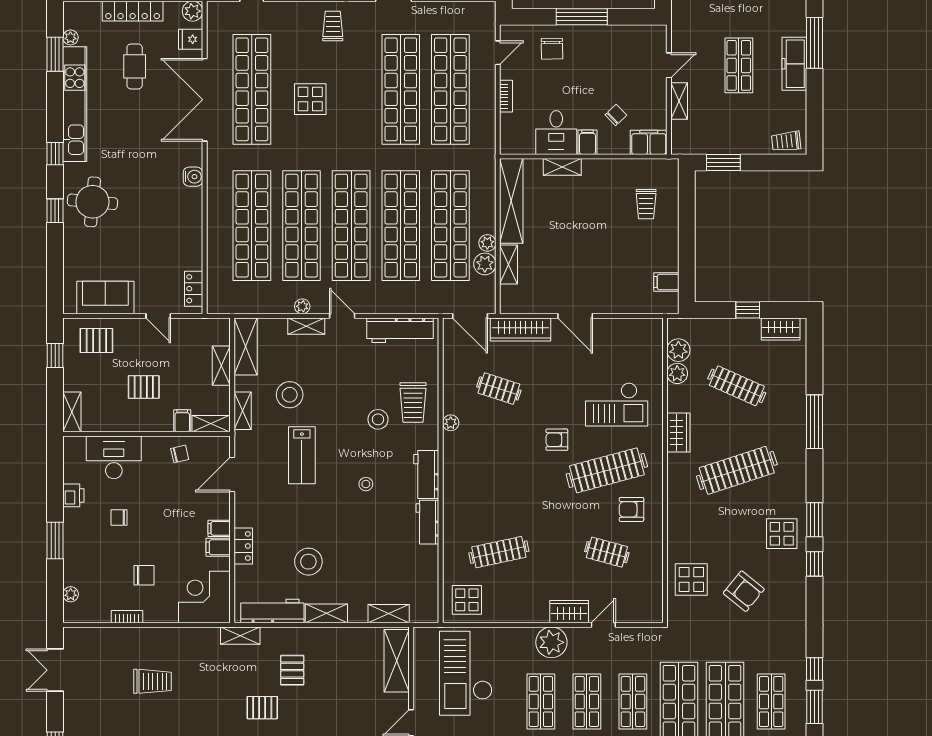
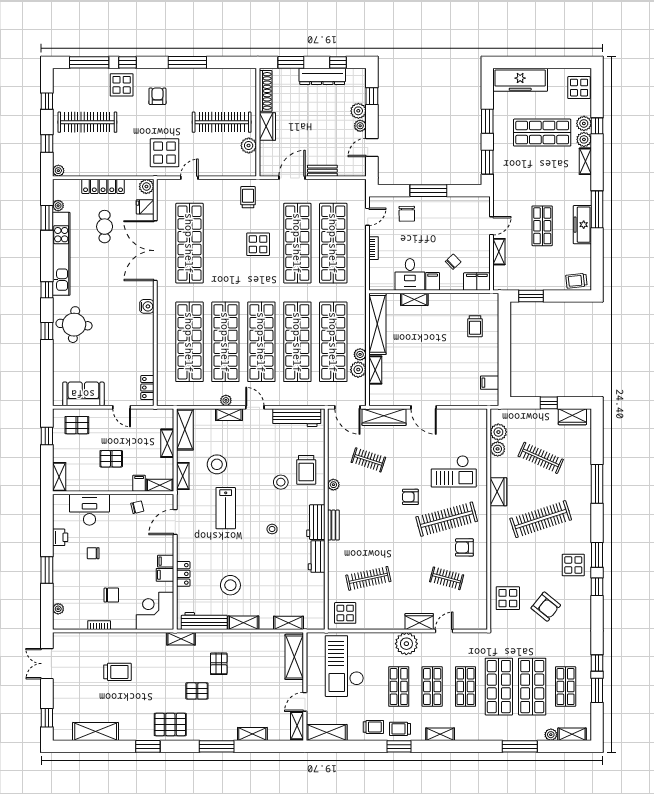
display table: (310, 99) -> (258, 244), moved
bench: (451, 479) -> (333, 525), added

